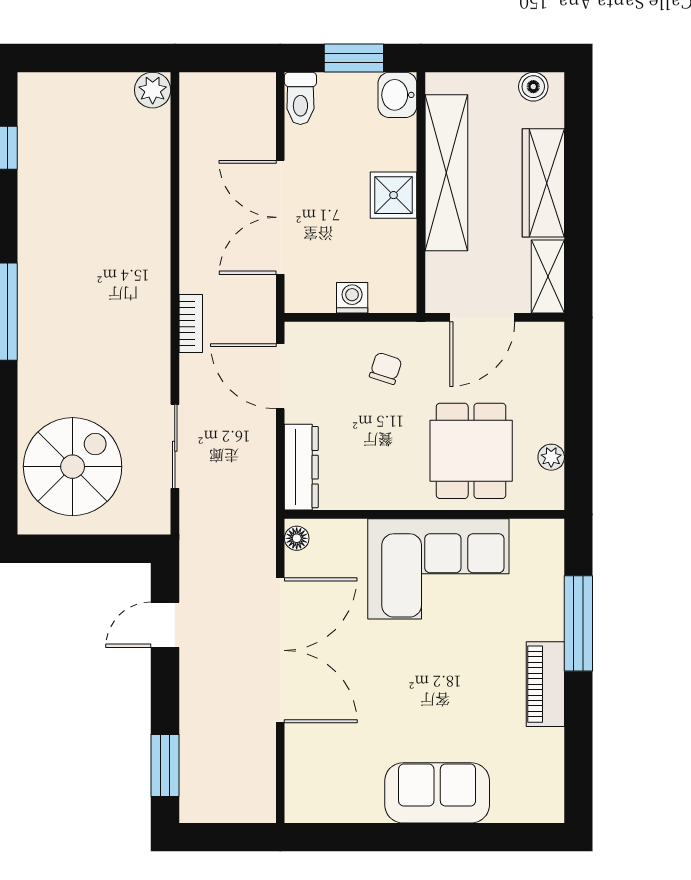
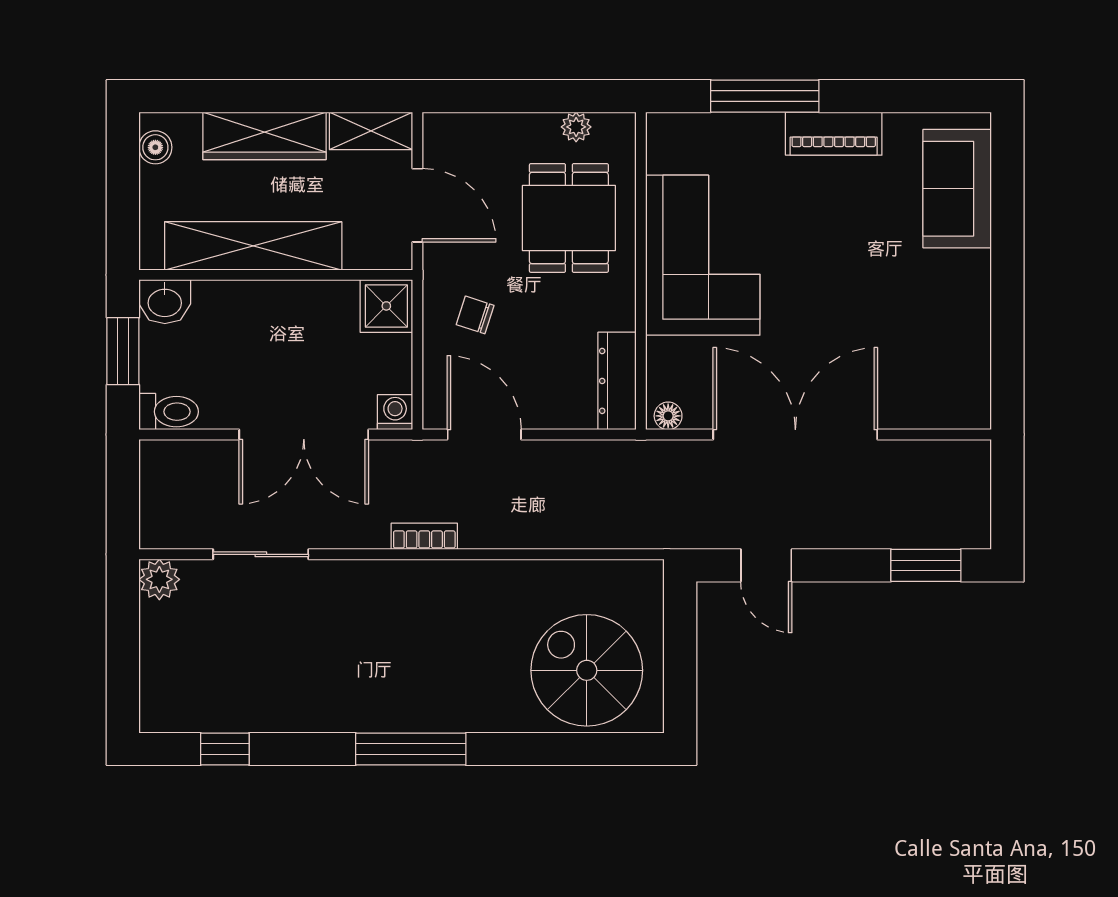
shower: (394, 195) -> (386, 306), moved
washing machine: (352, 298) -> (395, 412), moved, turned 90
door: (280, 376) -> (484, 435), swing flipped
sliding door: (175, 446) -> (261, 554), moved
dining table: (471, 451) -> (569, 218), turned 90
dresser: (301, 467) -> (617, 381), moved, turned -90
sofa: (437, 793) -> (957, 189), moved

